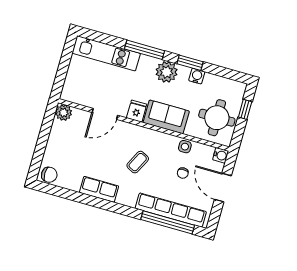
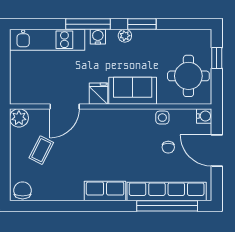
plant: (167, 72) -> (125, 36), width x0.53, depth x0.53
water cooler: (197, 76) -> (98, 37), moved
coffee table: (138, 162) -> (41, 150), moved
chair: (49, 175) -> (23, 190), turned -90
row of seats: (99, 189) -> (105, 191), moved

